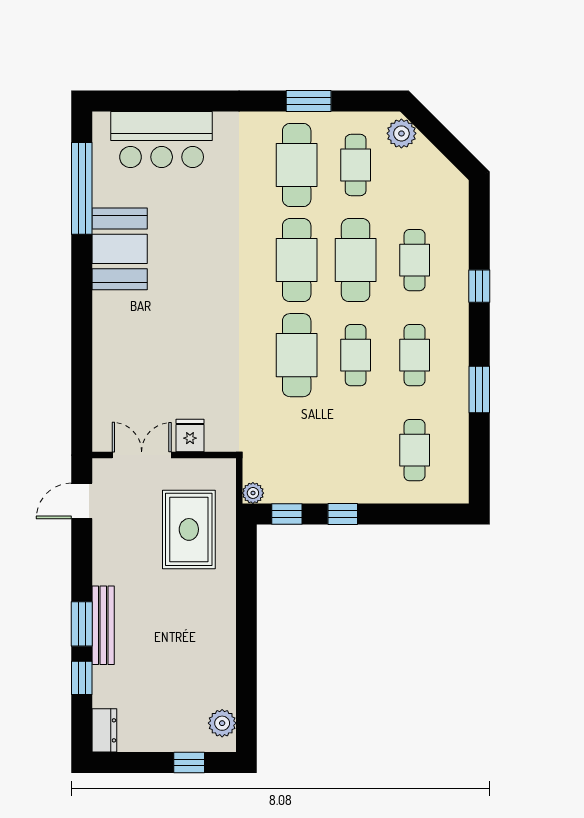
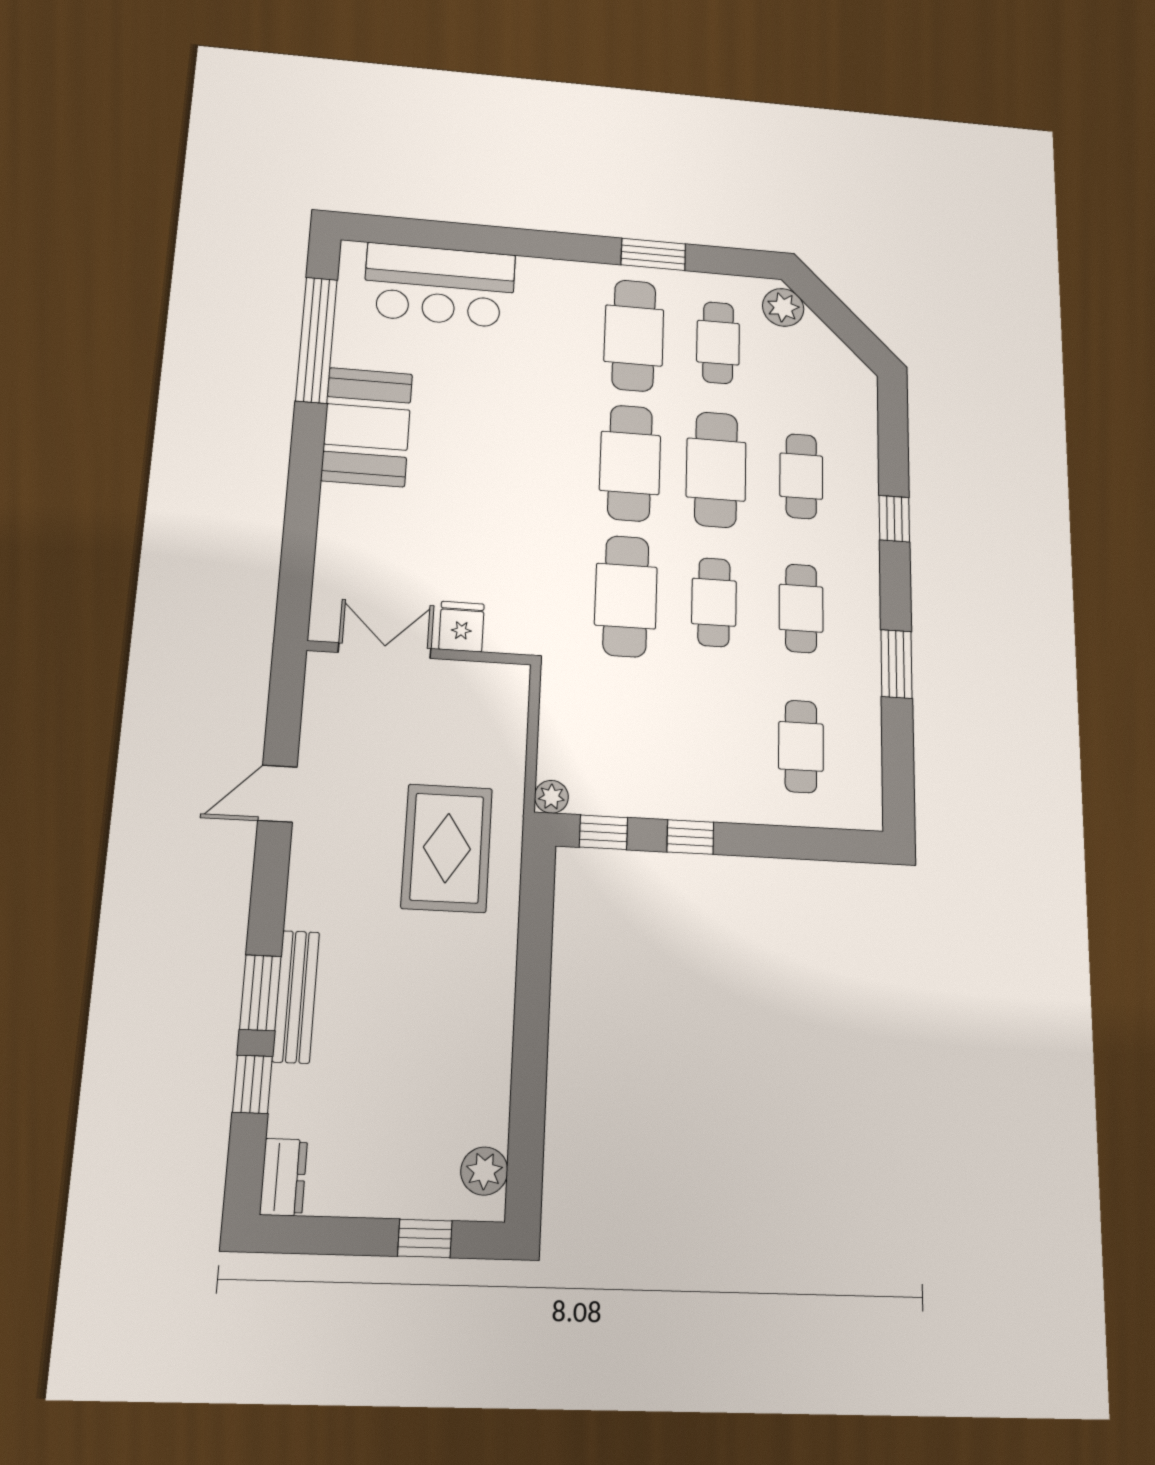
fridge: (190, 435) -> (461, 627), moved
double door: (142, 455) -> (385, 651), moved
wall: (164, 455) -> (420, 653), moved

